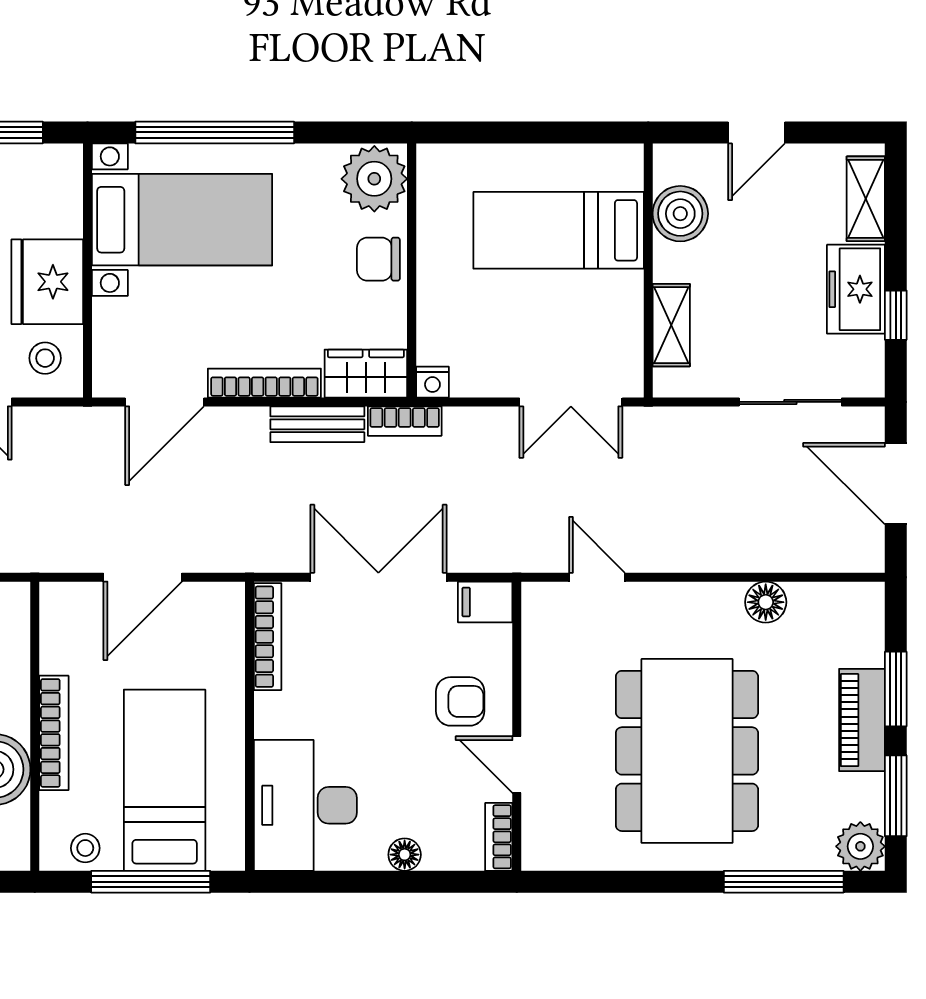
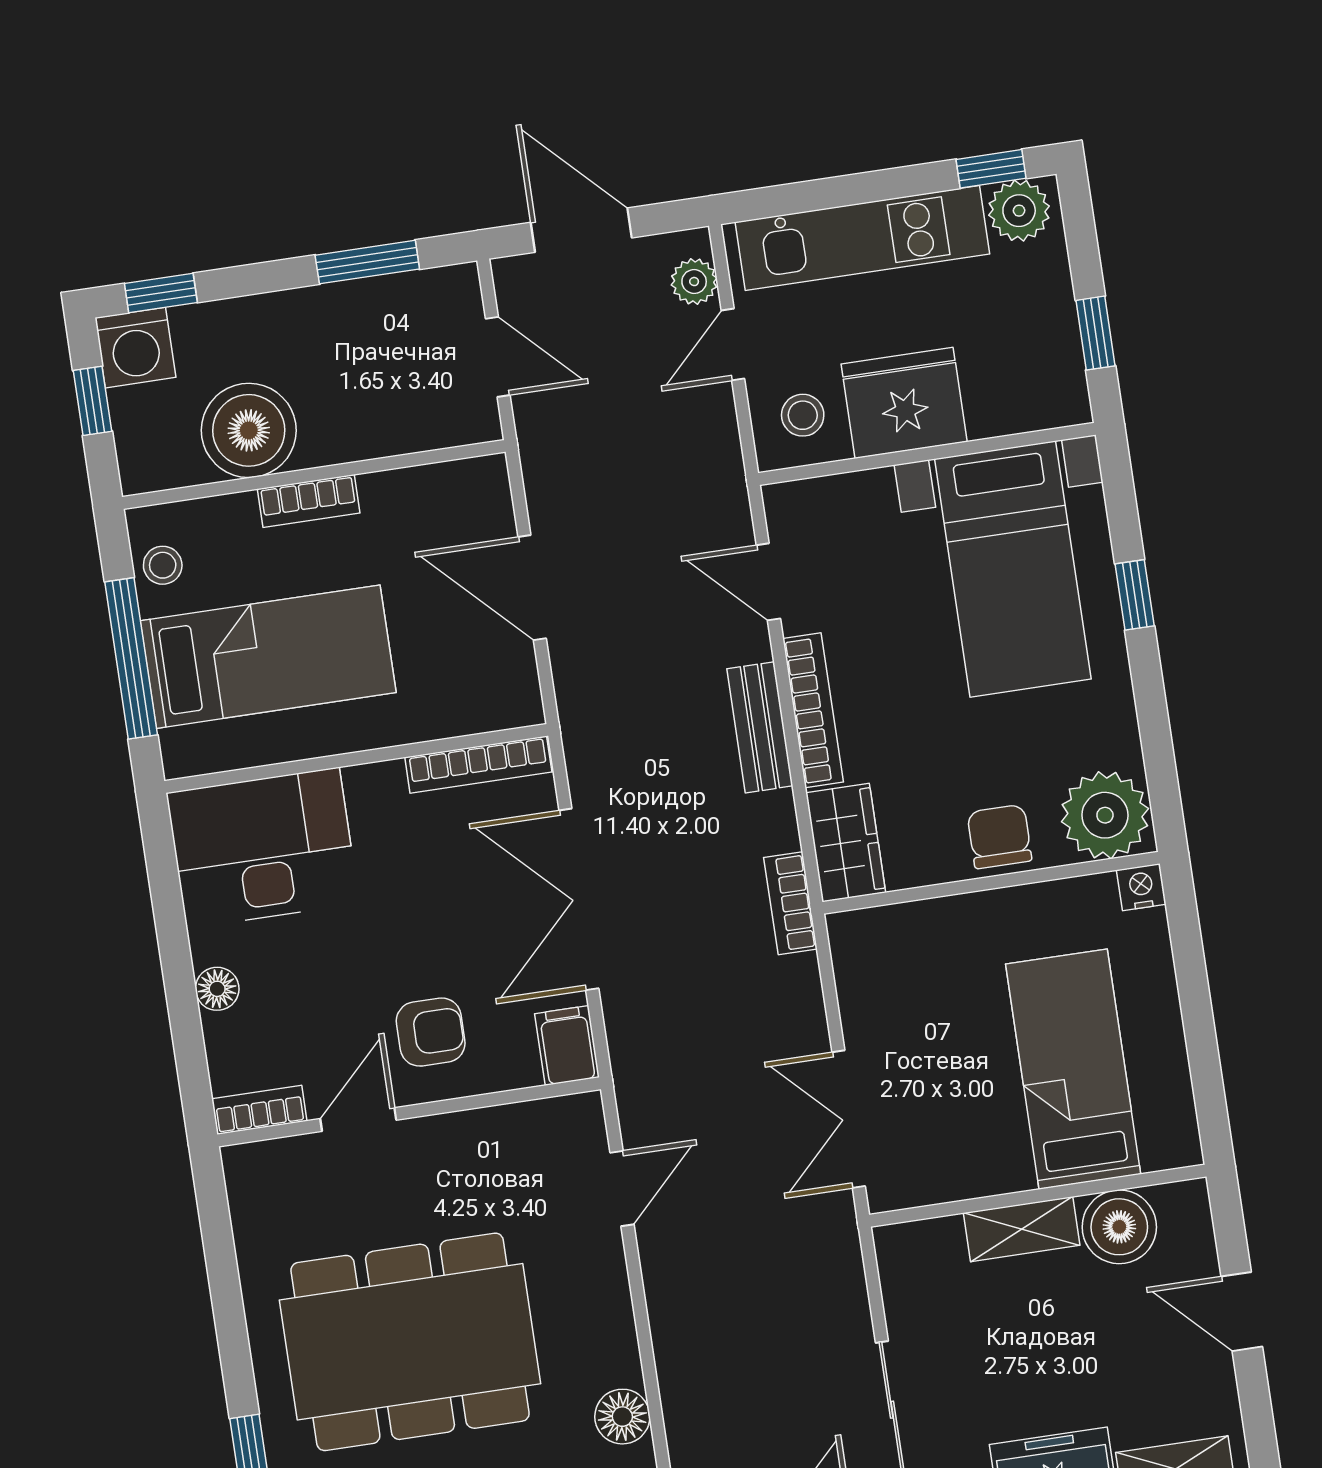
window: (215, 132) -> (1135, 595), width x0.32
shelving: (671, 325) -> (1022, 1229), moved
nightstand: (432, 382) -> (1141, 887), moved, turned 90
door: (165, 402) -> (768, 582), width x0.73
bench: (317, 424) -> (760, 727), moved
double door: (378, 577) -> (579, 899), swing flipped
armchair: (460, 701) -> (431, 1032), turned -90
bookcase: (54, 733) -> (309, 501), width x0.64

